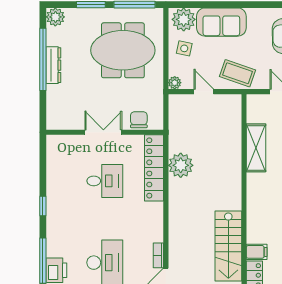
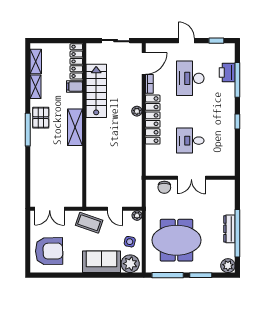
shelving: (256, 148) -> (75, 127), moved
plant: (181, 165) -> (137, 111), moved, width x0.53, depth x0.53
locker: (154, 168) -> (153, 120), moved

